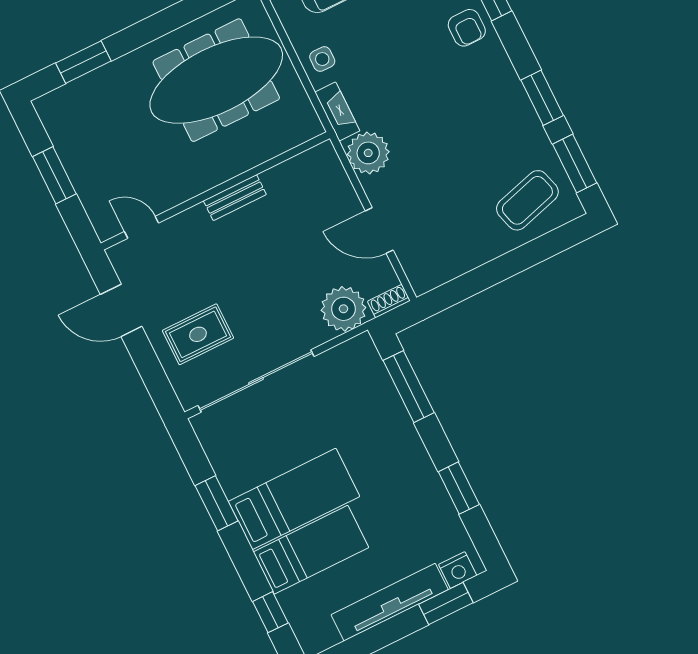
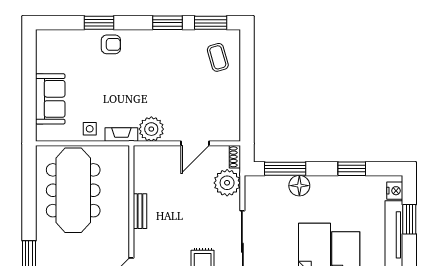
coffee table: (527, 200) -> (218, 57), width x0.73, depth x0.77
floor lamp: (393, 421) -> (299, 186), added
window: (446, 604) -> (409, 219), moved

